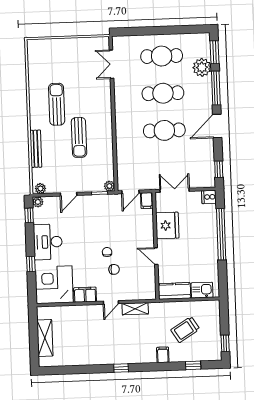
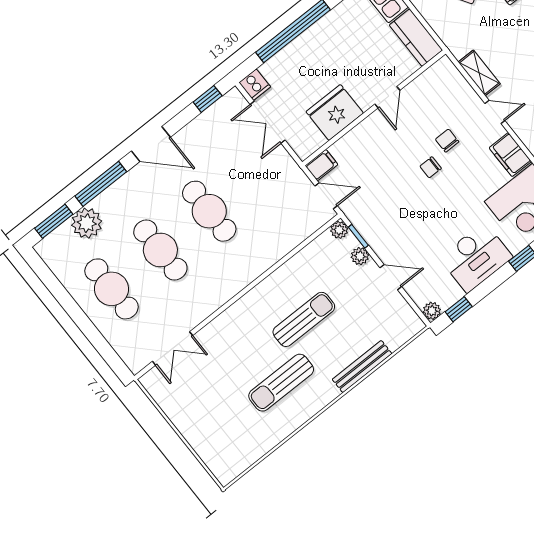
plant: (40, 189) -> (360, 256), moved
double door: (175, 190) -> (268, 122), moved

